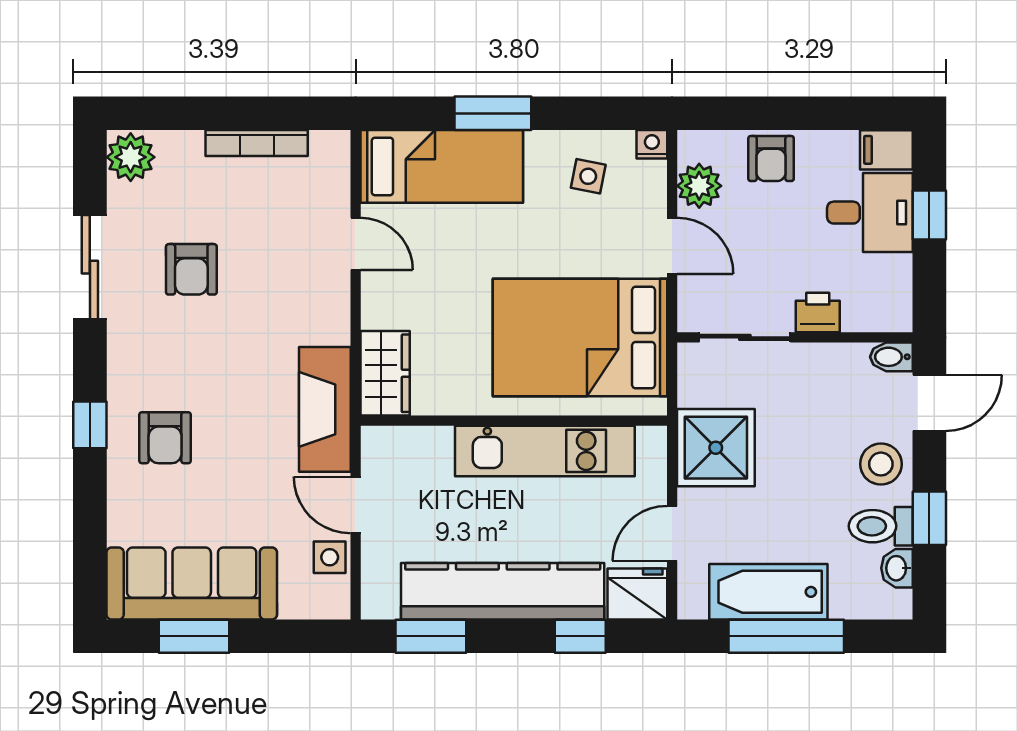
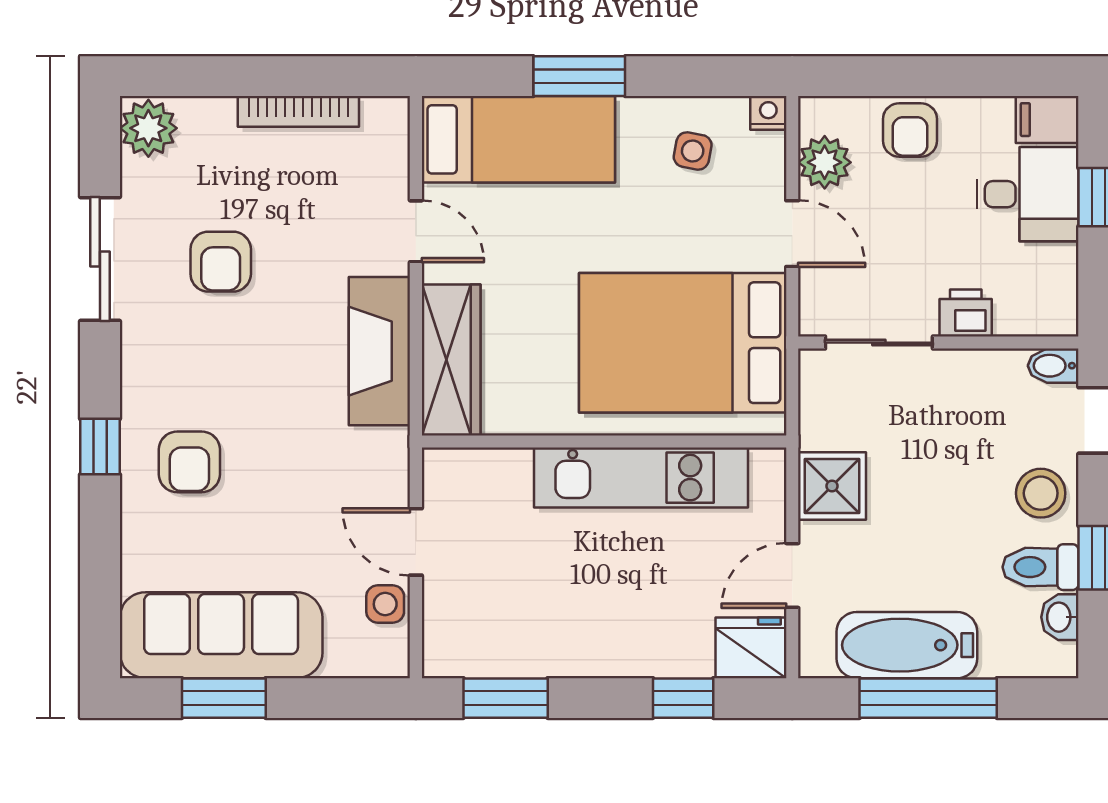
wardrobe: (385, 373) -> (451, 360), width x1.50
fireplace: (325, 409) -> (379, 351), moved
shower: (716, 448) -> (832, 486), width x0.73, depth x0.73
kitchen counter: (503, 591) -> (591, 644), removed

